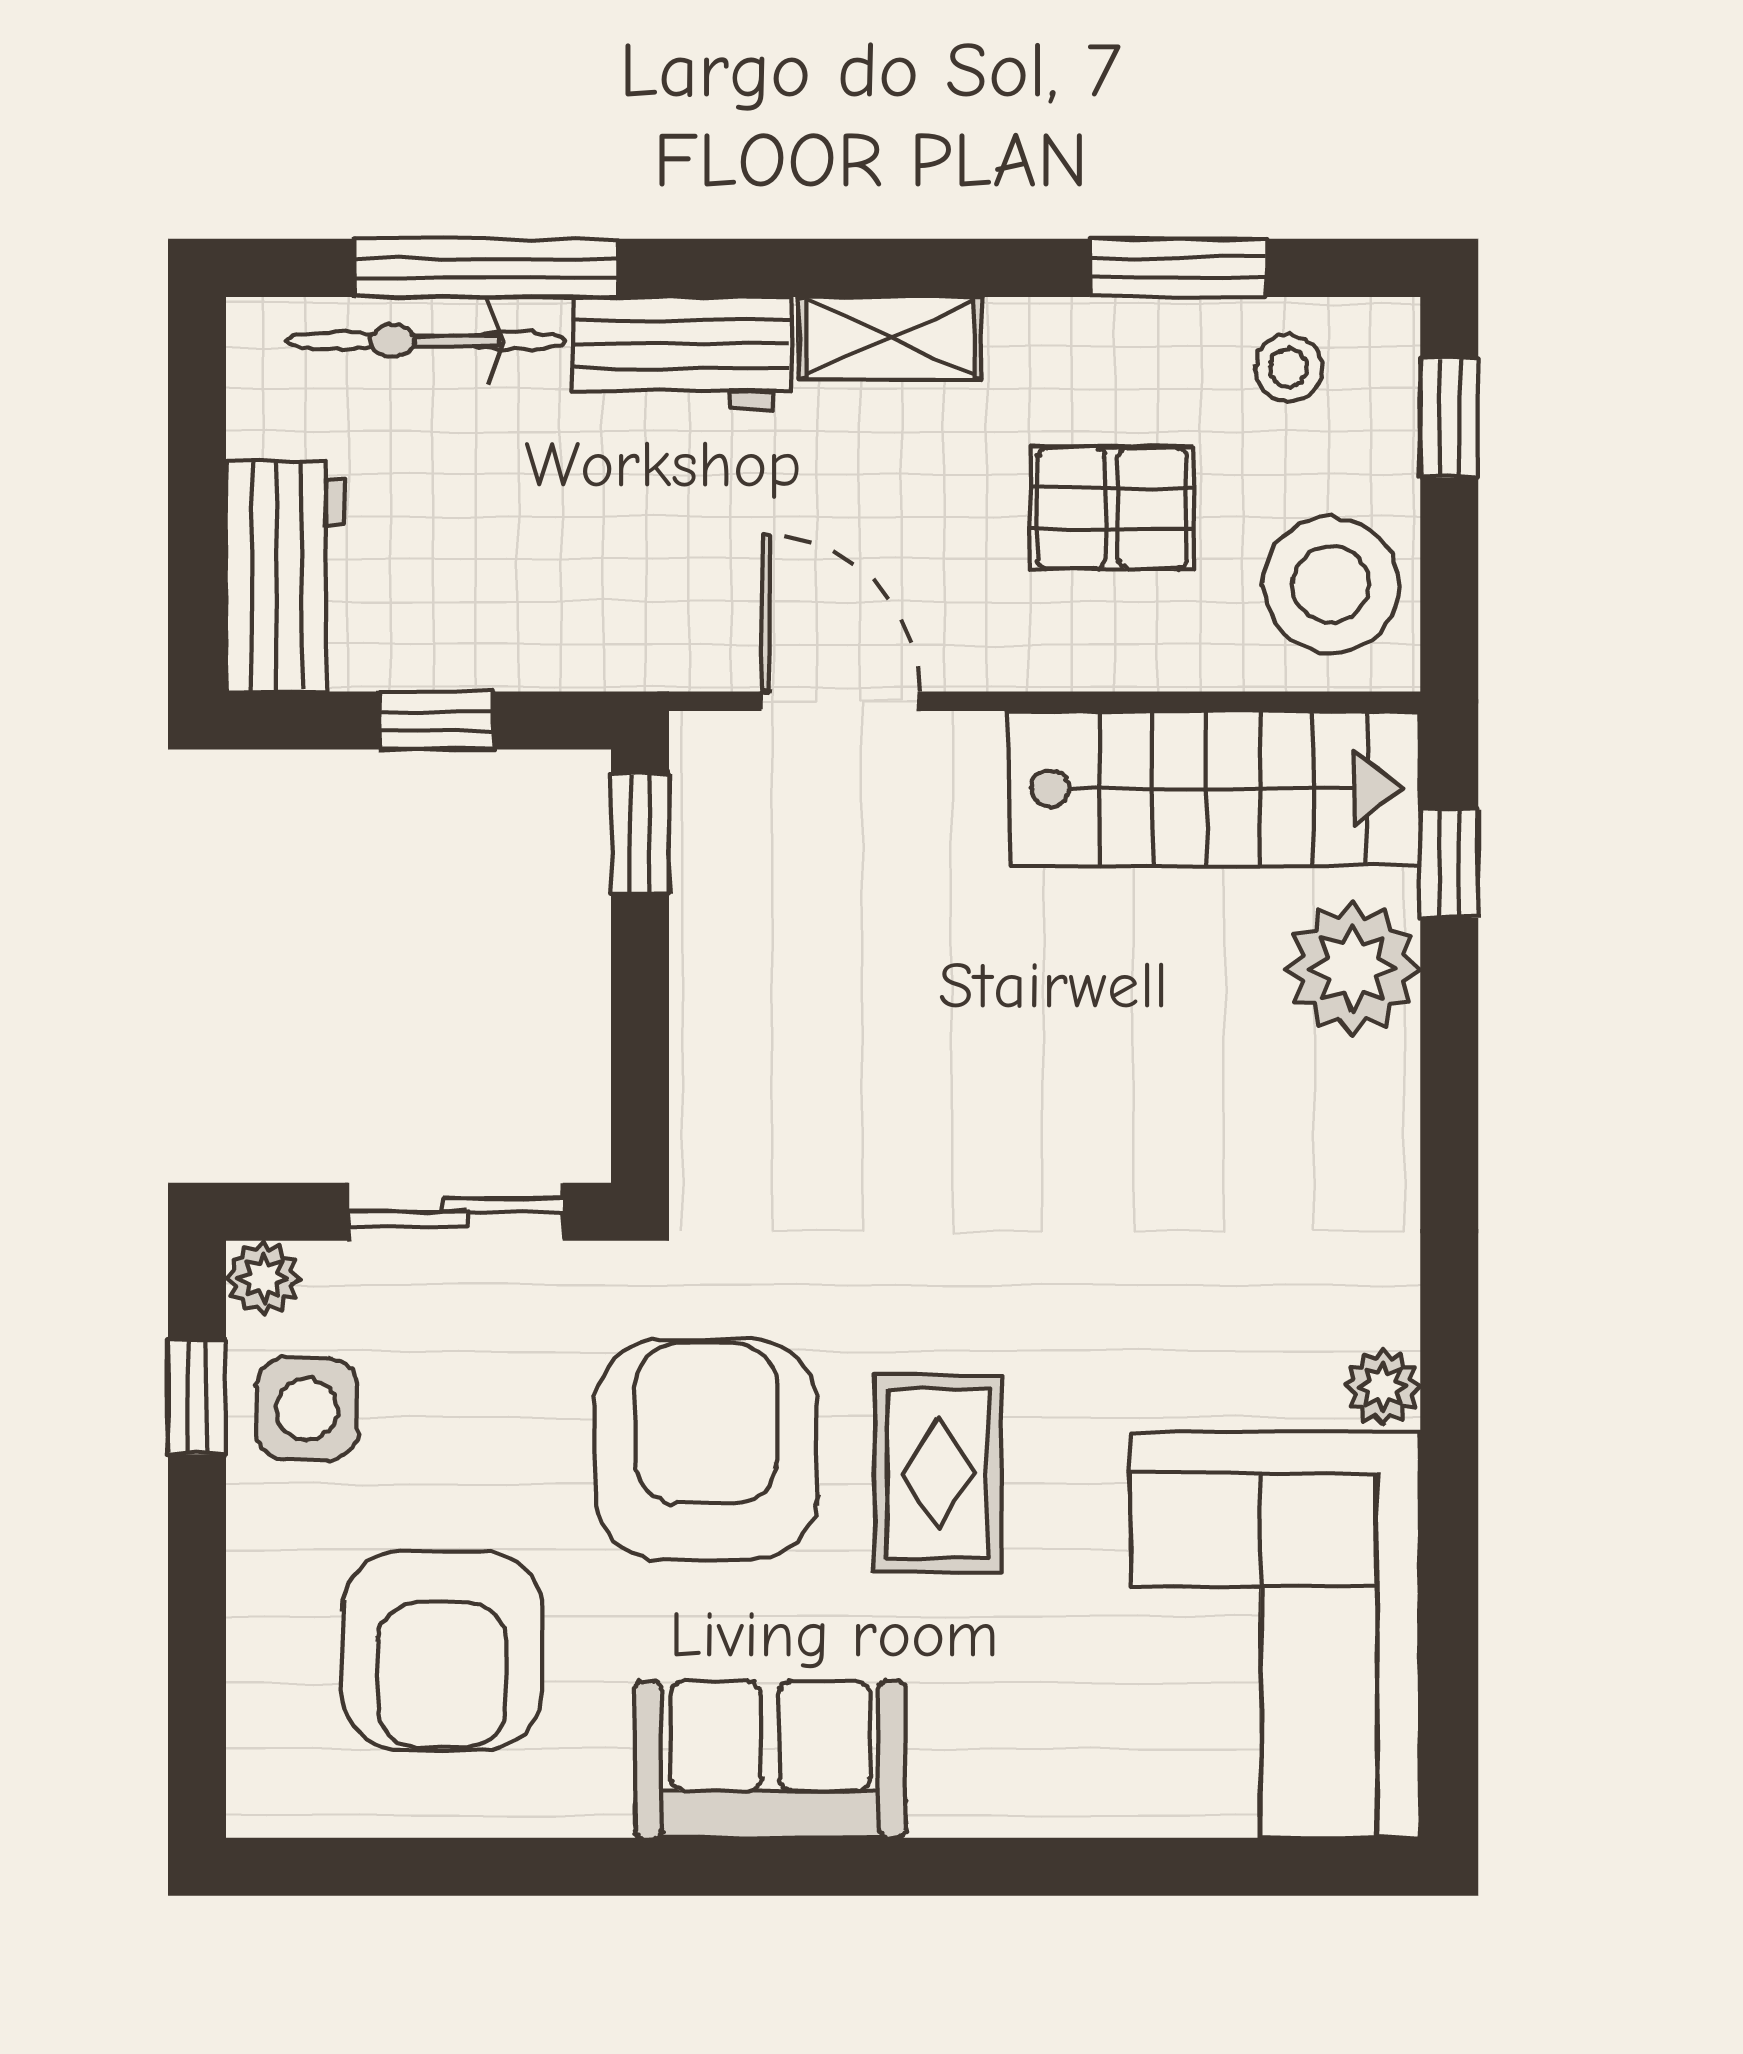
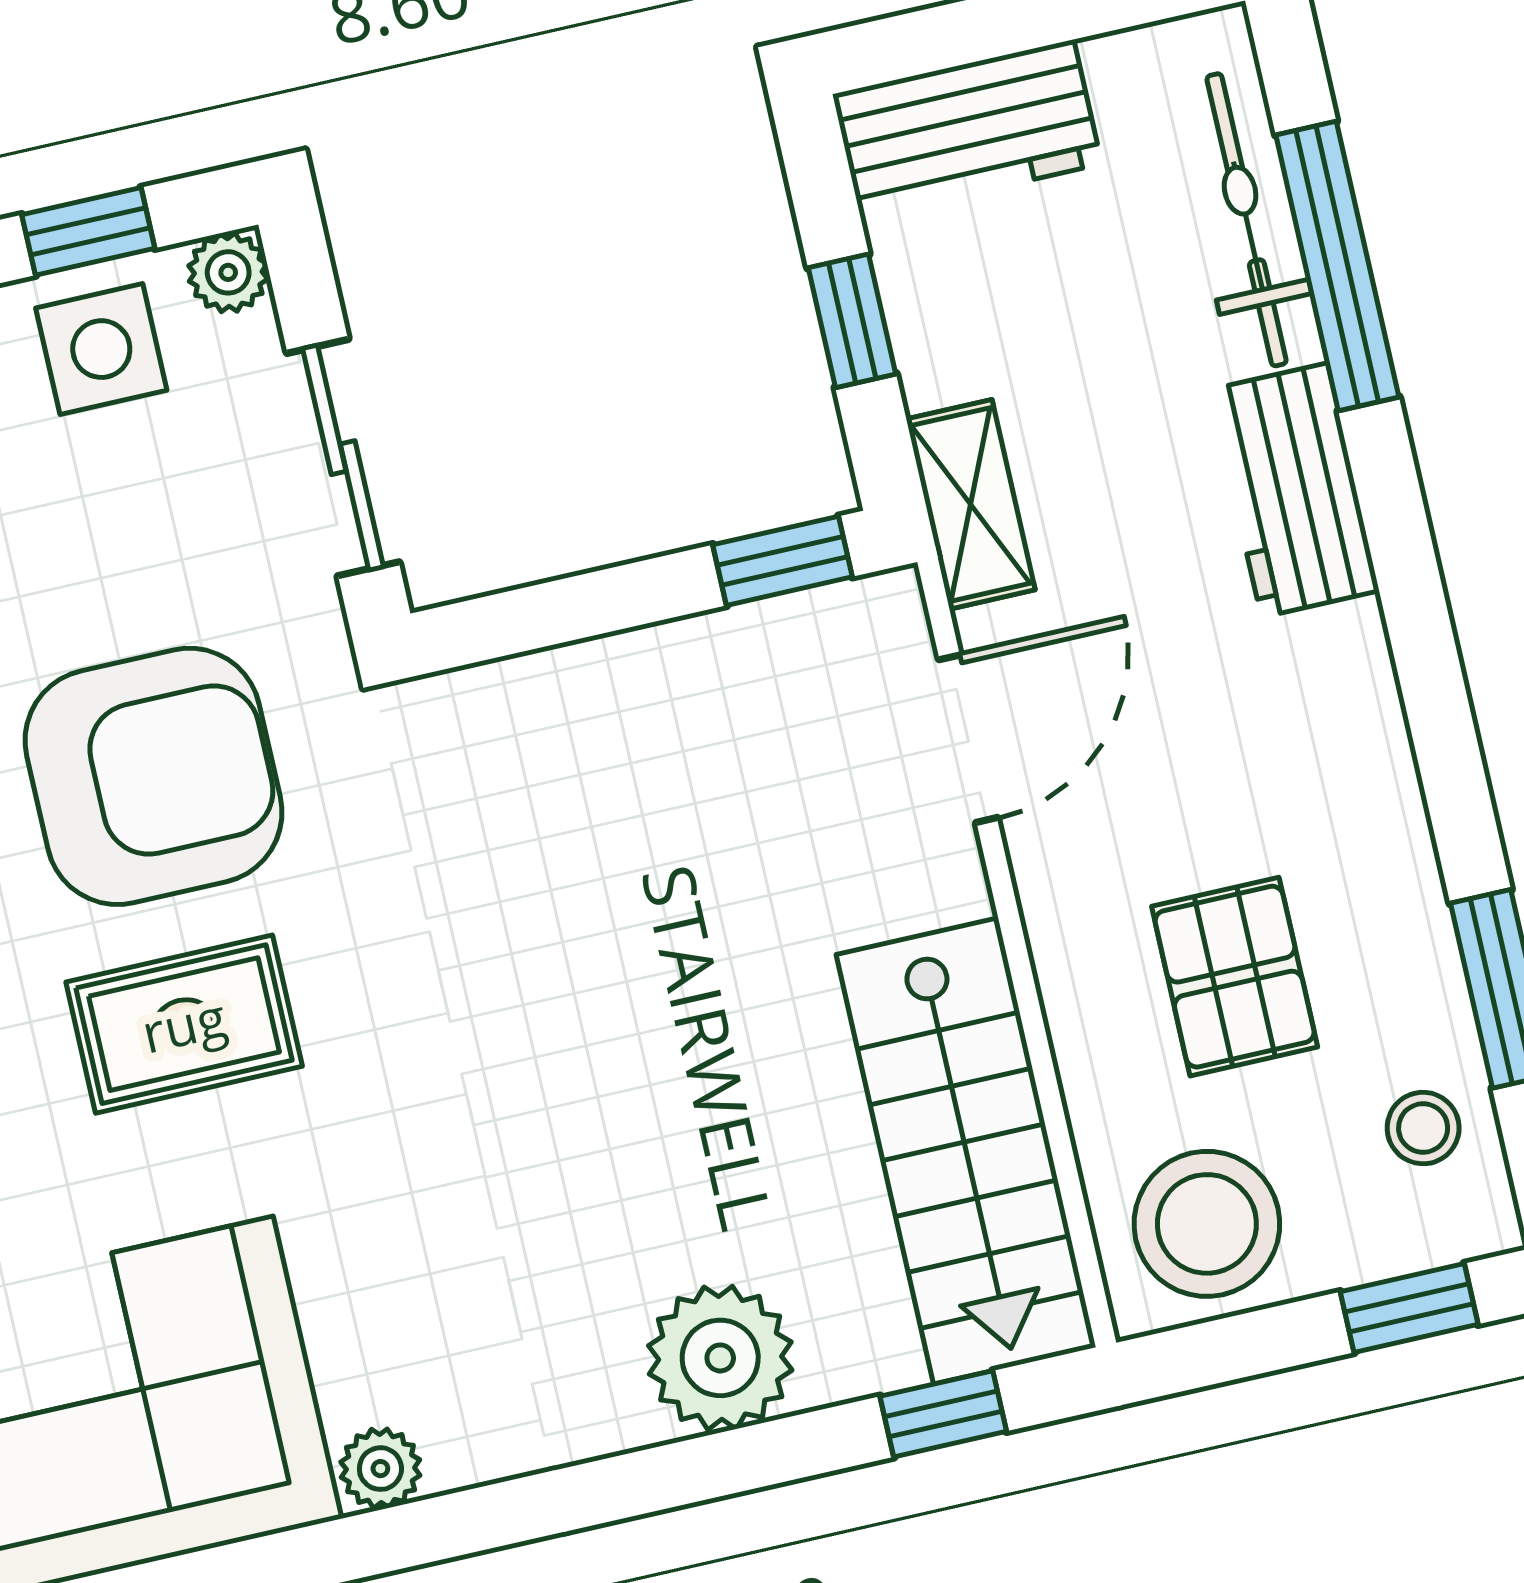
shelving: (890, 338) -> (971, 504), moved
plant: (1352, 968) -> (720, 1358), moved

